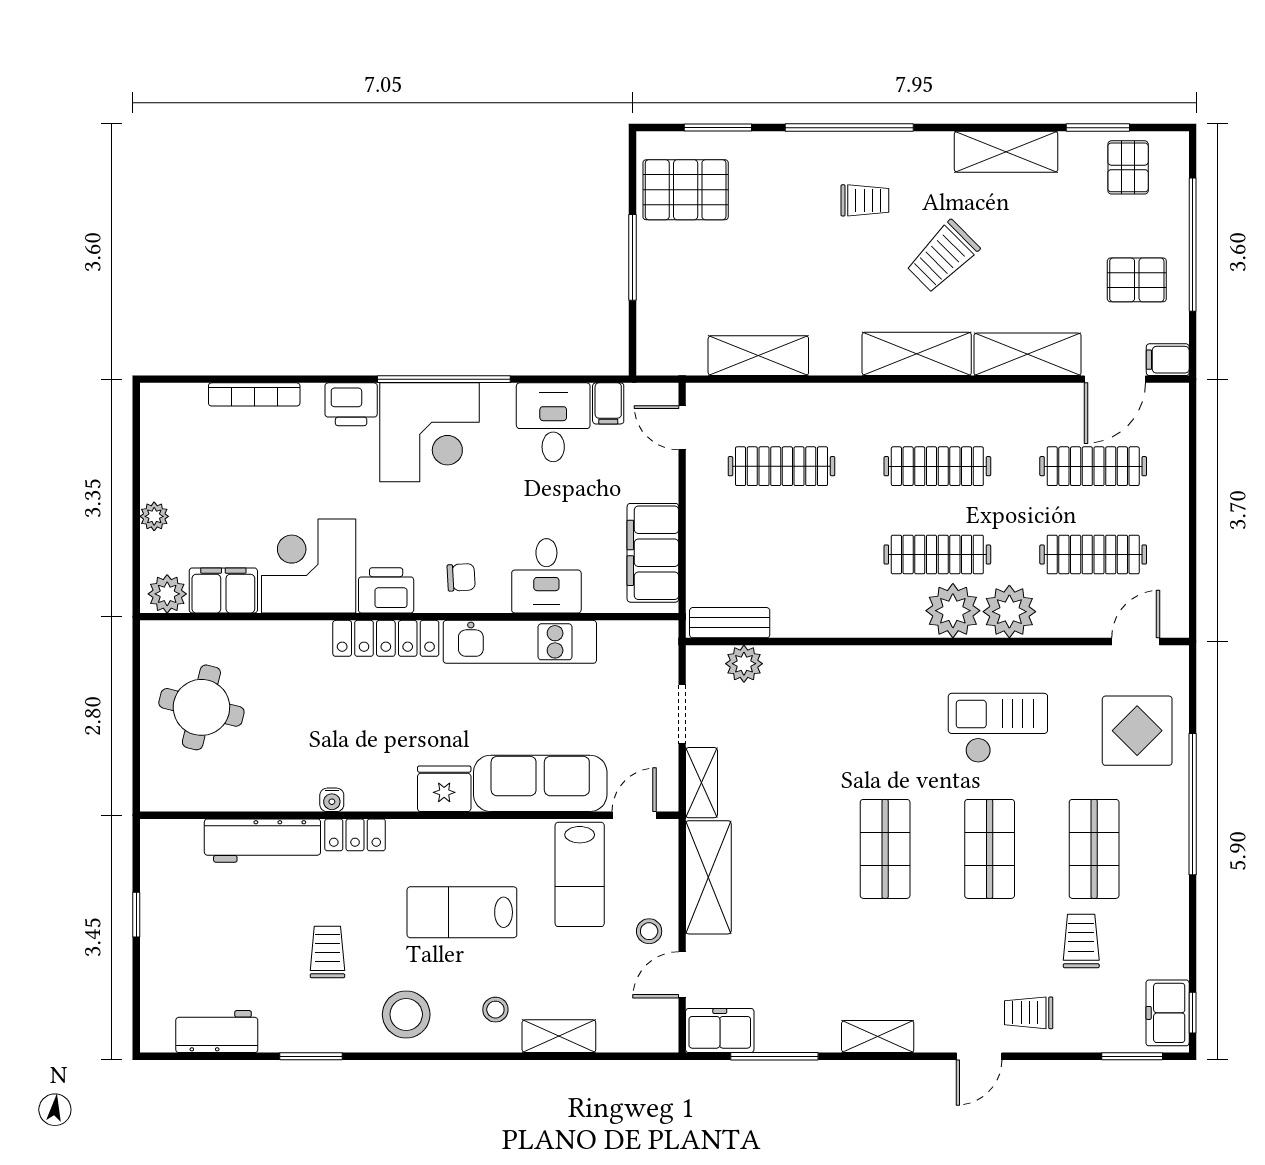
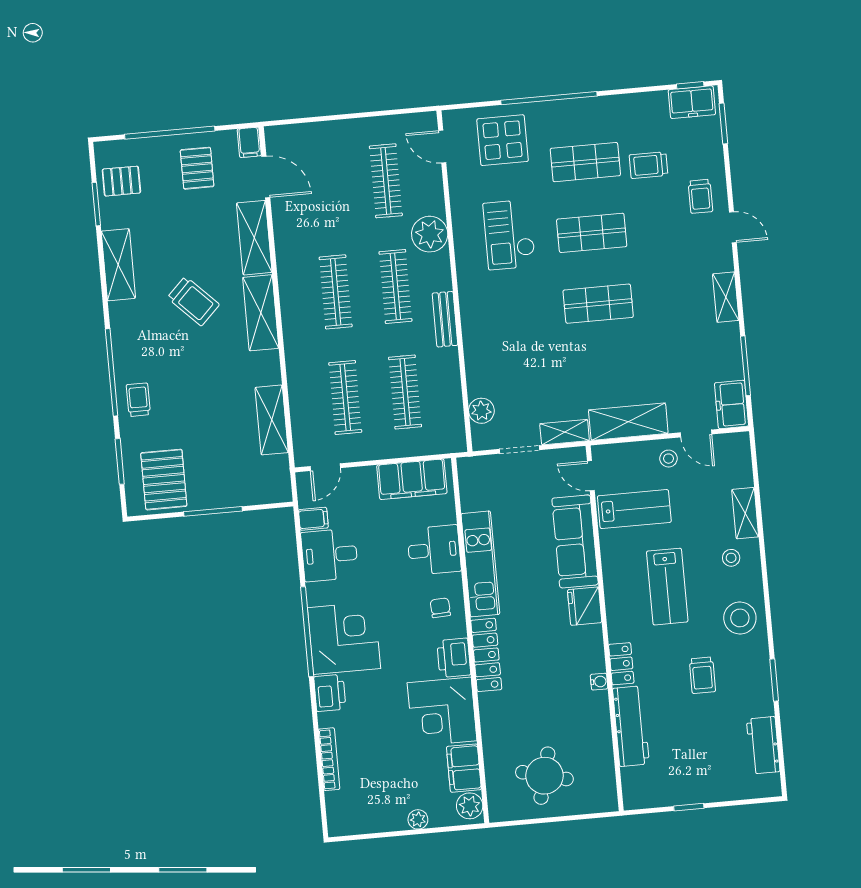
trolley: (865, 200) -> (138, 400), moved
clothes rail: (1093, 466) -> (405, 392), moved
plant: (953, 611) -> (433, 272), removed
bench: (730, 623) -> (445, 319), moved
trolley: (327, 952) -> (702, 675), turned -90

